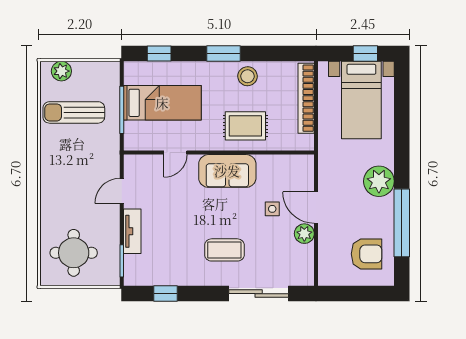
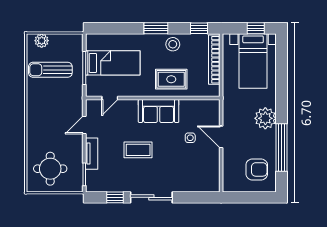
window: (159, 54) -> (199, 28), moved
door: (175, 153) -> (110, 98), moved
plant: (304, 234) -> (213, 155), removed
coffee table: (224, 250) -> (138, 150), moved
sliding door: (259, 294) -> (151, 197), moved

